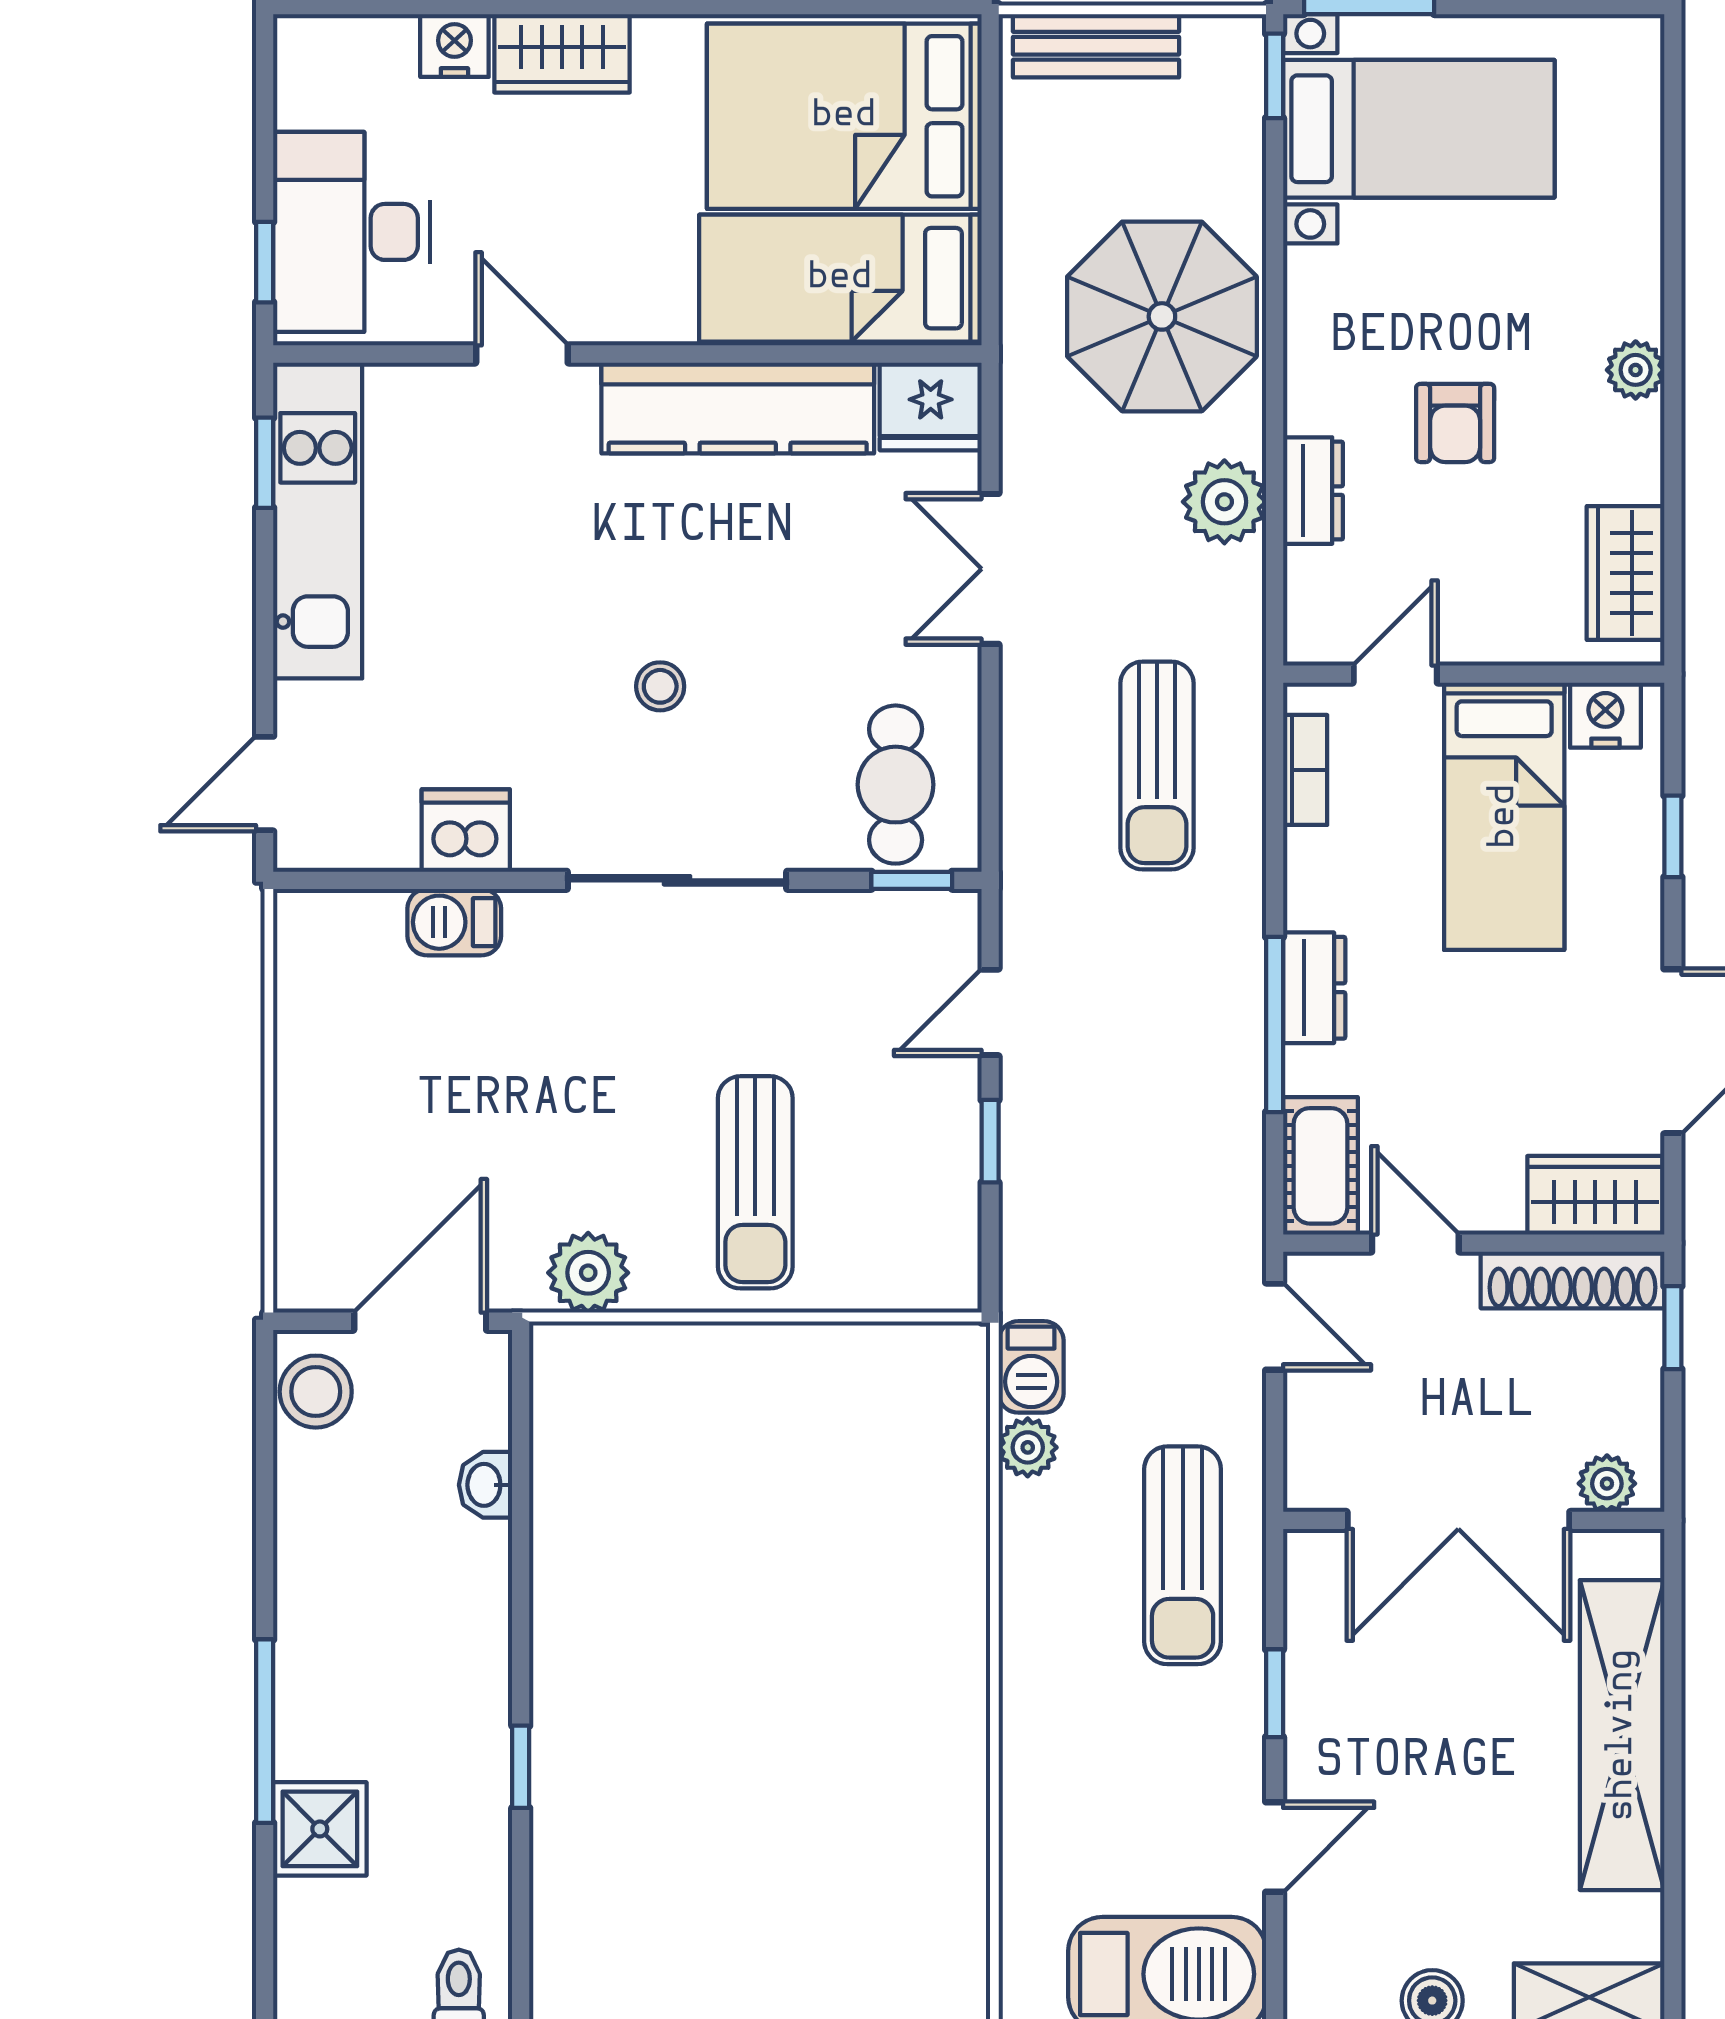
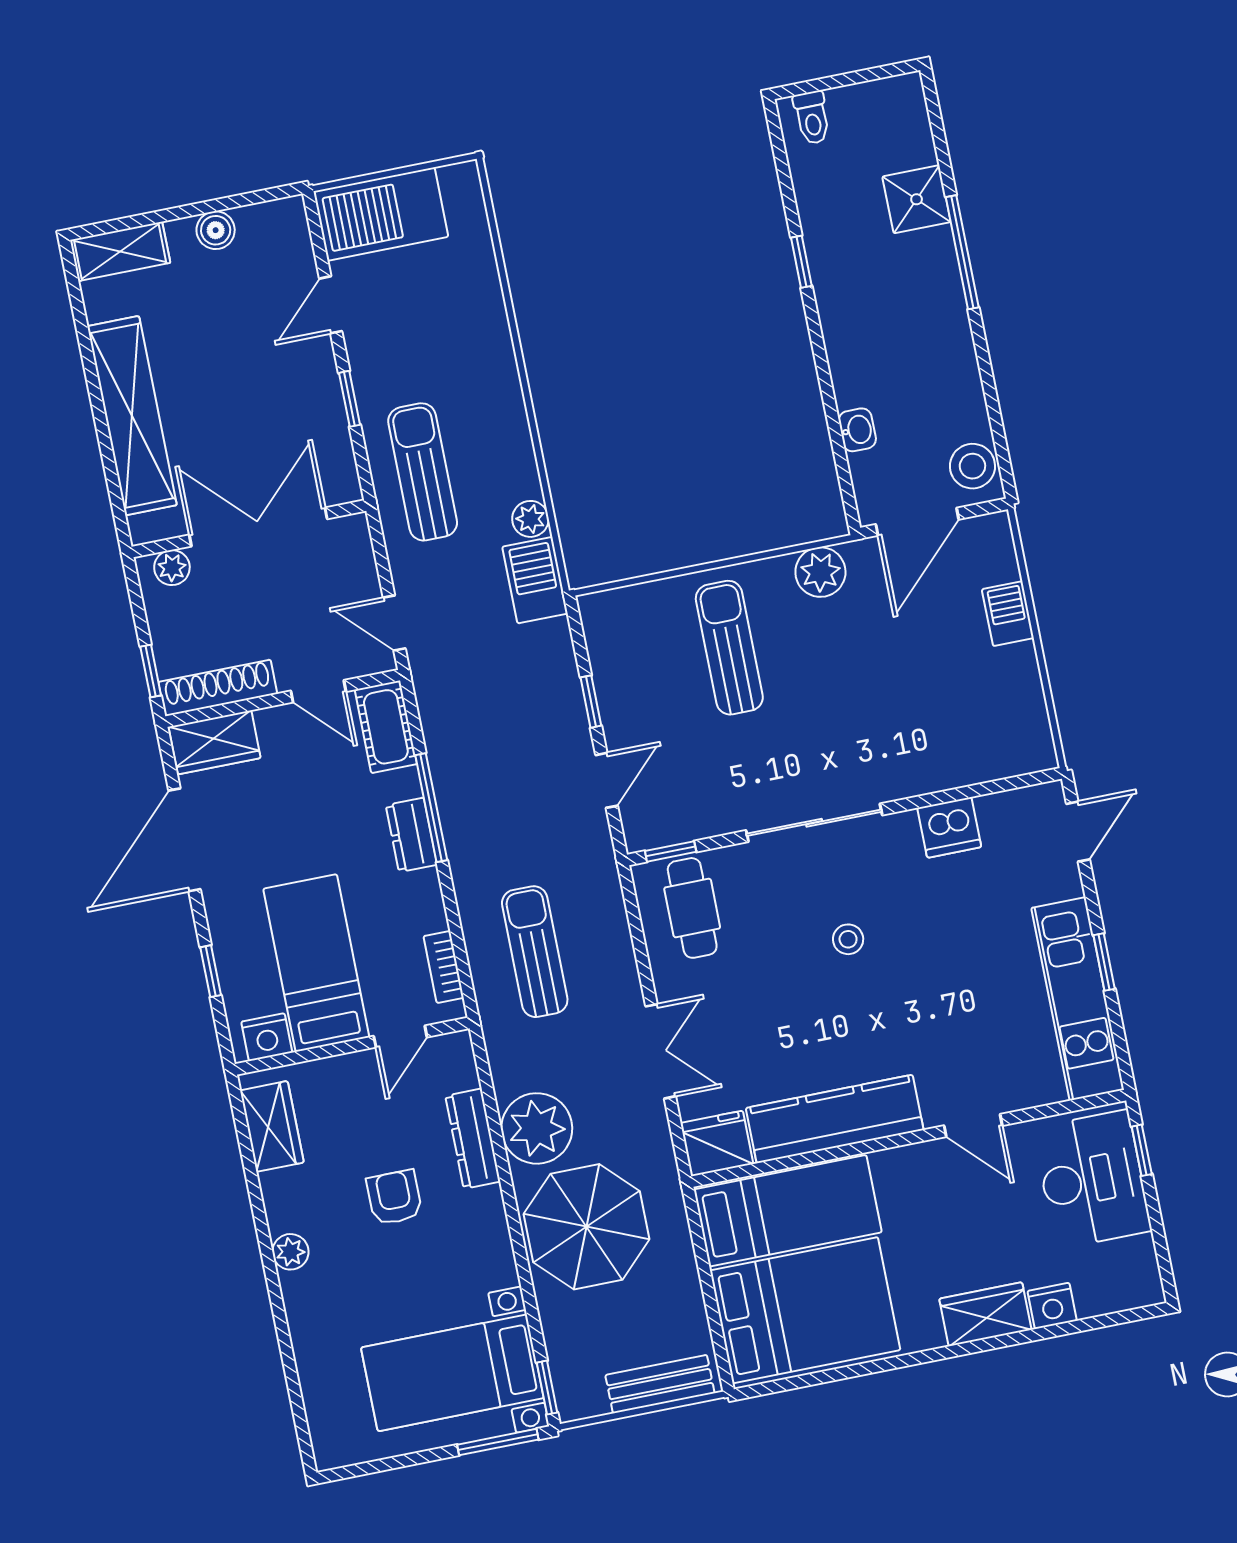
window: (265, 463) -> (1104, 962), moved
dresser: (1313, 491) -> (473, 1139), width x1.44
plant: (1224, 502) -> (537, 1128), width x1.36, depth x1.36
barbecue: (454, 922) -> (1008, 614), moved, turned -90
barbecue: (1031, 1367) -> (535, 580), width x1.38, depth x1.27

